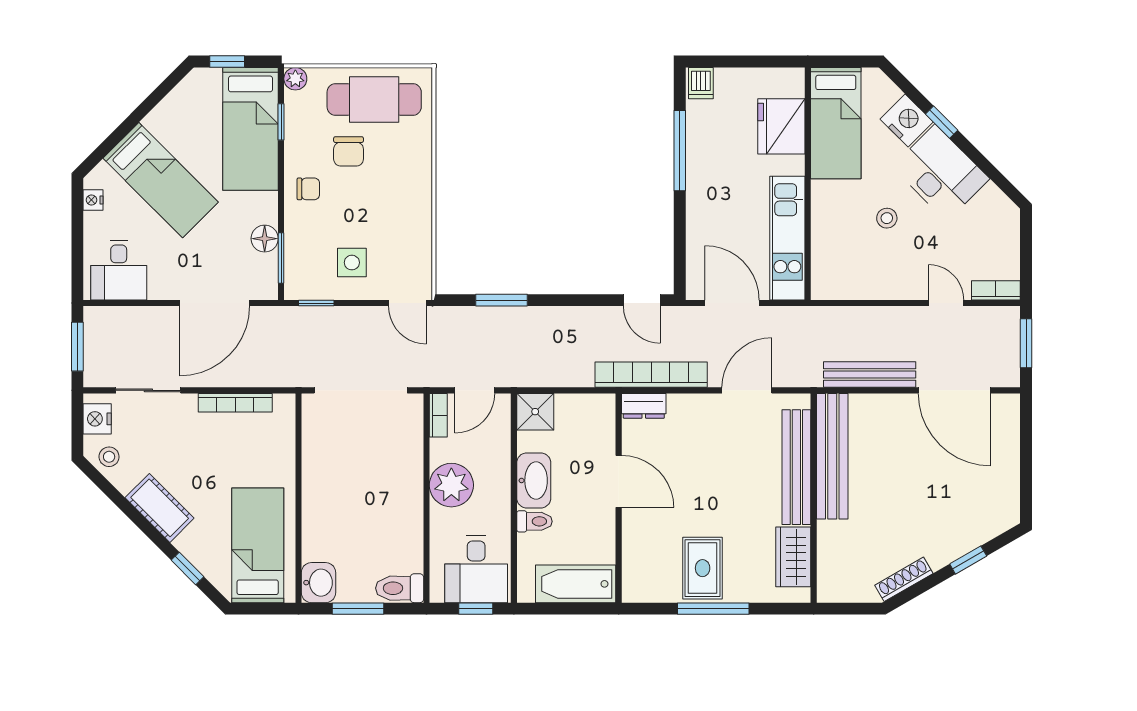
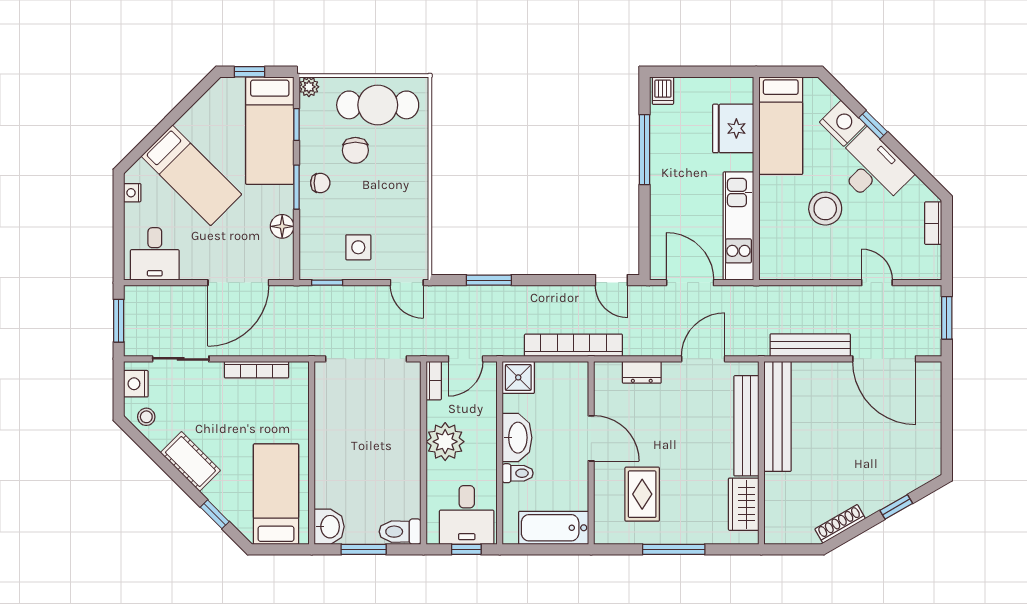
stool: (887, 218) -> (825, 209), width x1.89, depth x1.89
window: (281, 258) -> (296, 187), moved
bookcase: (996, 290) -> (933, 223), moved, turned -90
bookcase: (651, 375) -> (573, 345), moved
dresser: (644, 406) -> (642, 372), moved
rug: (703, 568) -> (642, 494), moved

